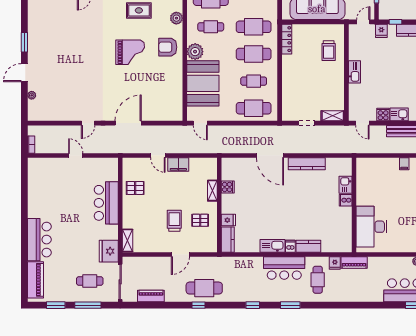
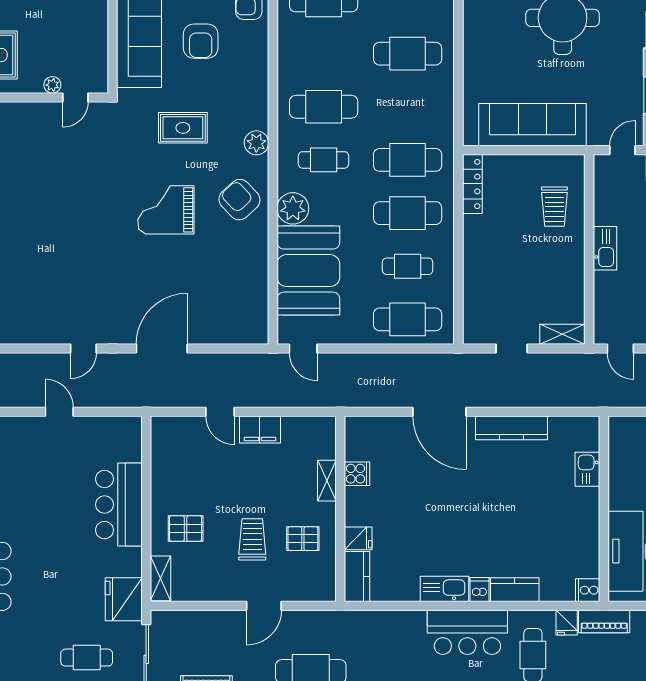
armchair: (168, 47) -> (240, 200), turned 47
grand piano: (130, 52) -> (166, 210), turned 180
pallet: (135, 188) -> (186, 528), moved
cooker: (346, 200) -> (588, 590), moved

